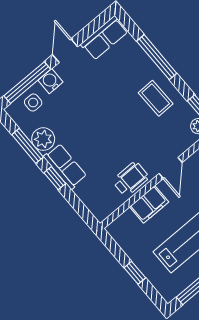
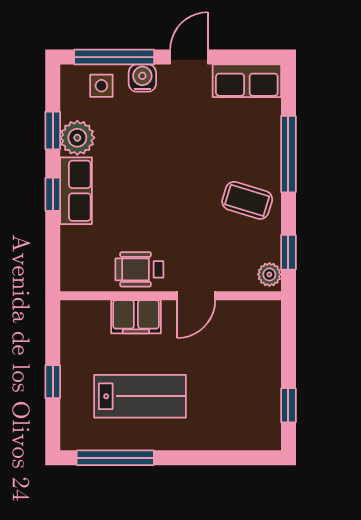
coffee table: (156, 98) -> (247, 200), turned -72
window: (28, 146) -> (53, 130), width x0.67
wheelchair: (131, 179) -> (139, 269), turned 180

